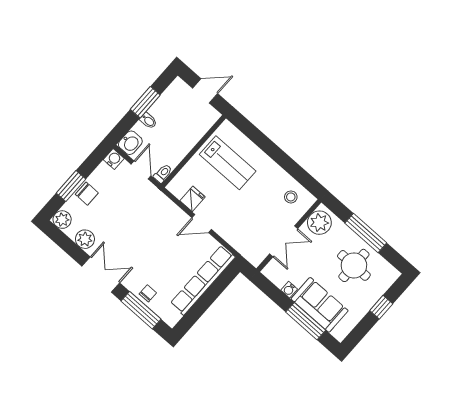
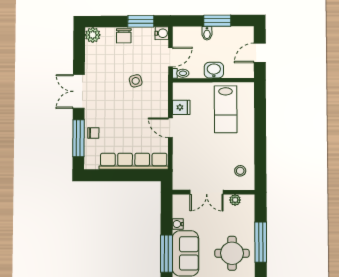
door: (205, 91) -> (260, 53), swing flipped
washbasin: (130, 143) -> (214, 70), moved, turned 180
window: (71, 186) -> (141, 21), moved
side table: (135, 218) -> (136, 81), added
plant: (319, 223) -> (235, 200), width x0.53, depth x0.53
plant: (85, 239) -> (93, 61), removed
double door: (101, 274) -> (79, 91), swing flipped

